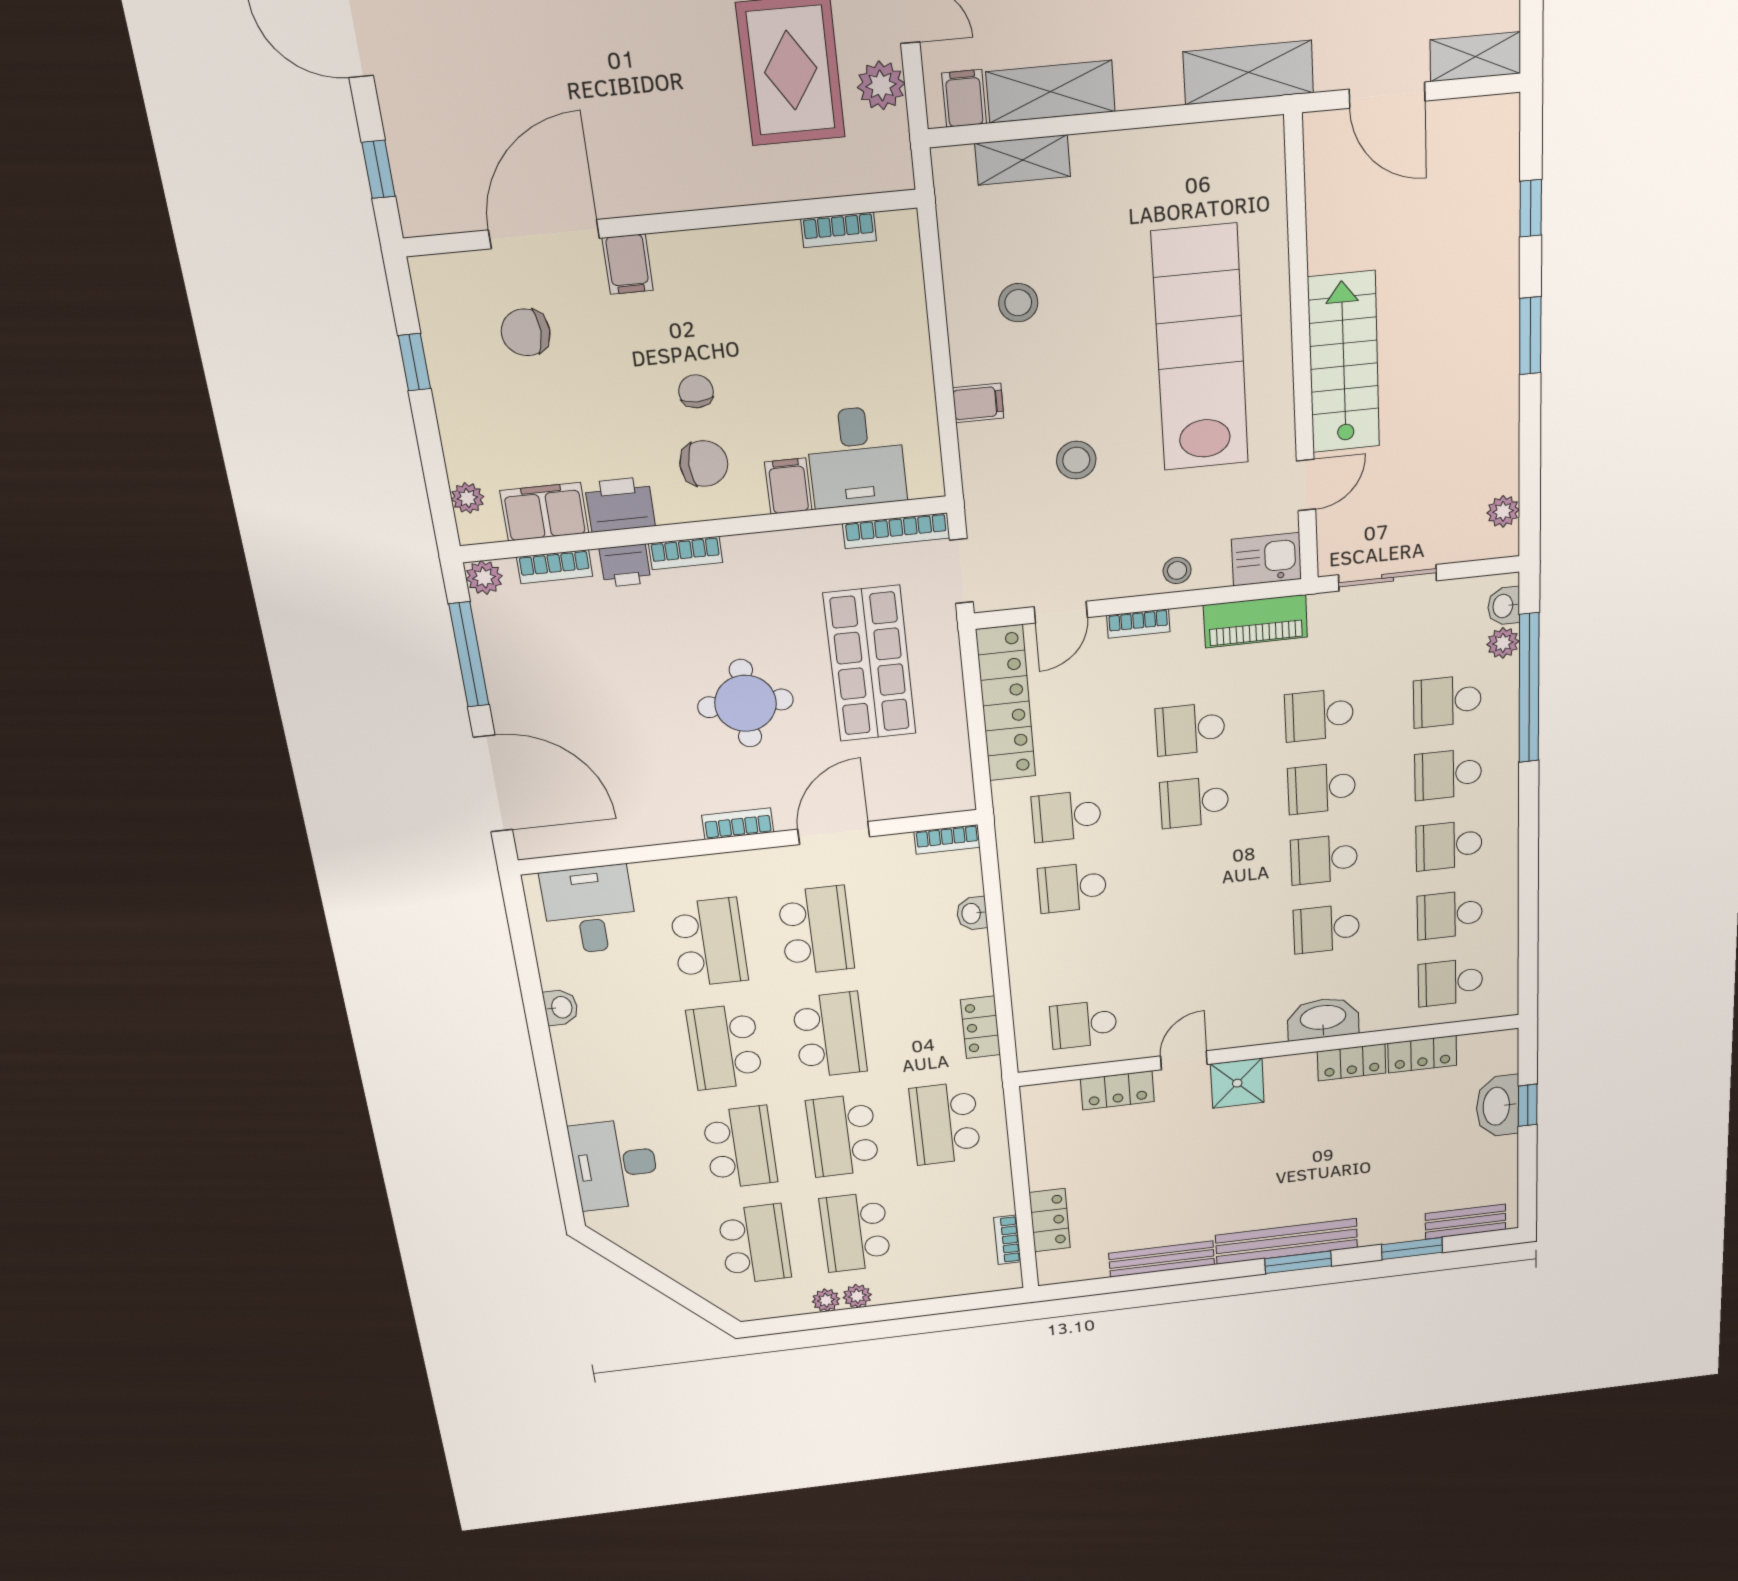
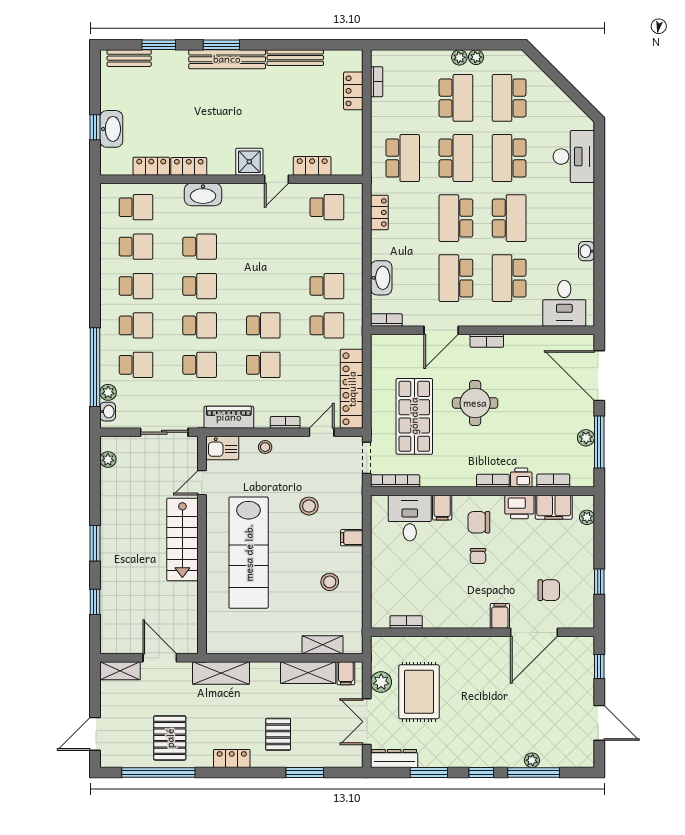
plant: (484, 578) -> (586, 438), moved
washbasin: (972, 913) -> (381, 278), width x1.91, depth x1.45

